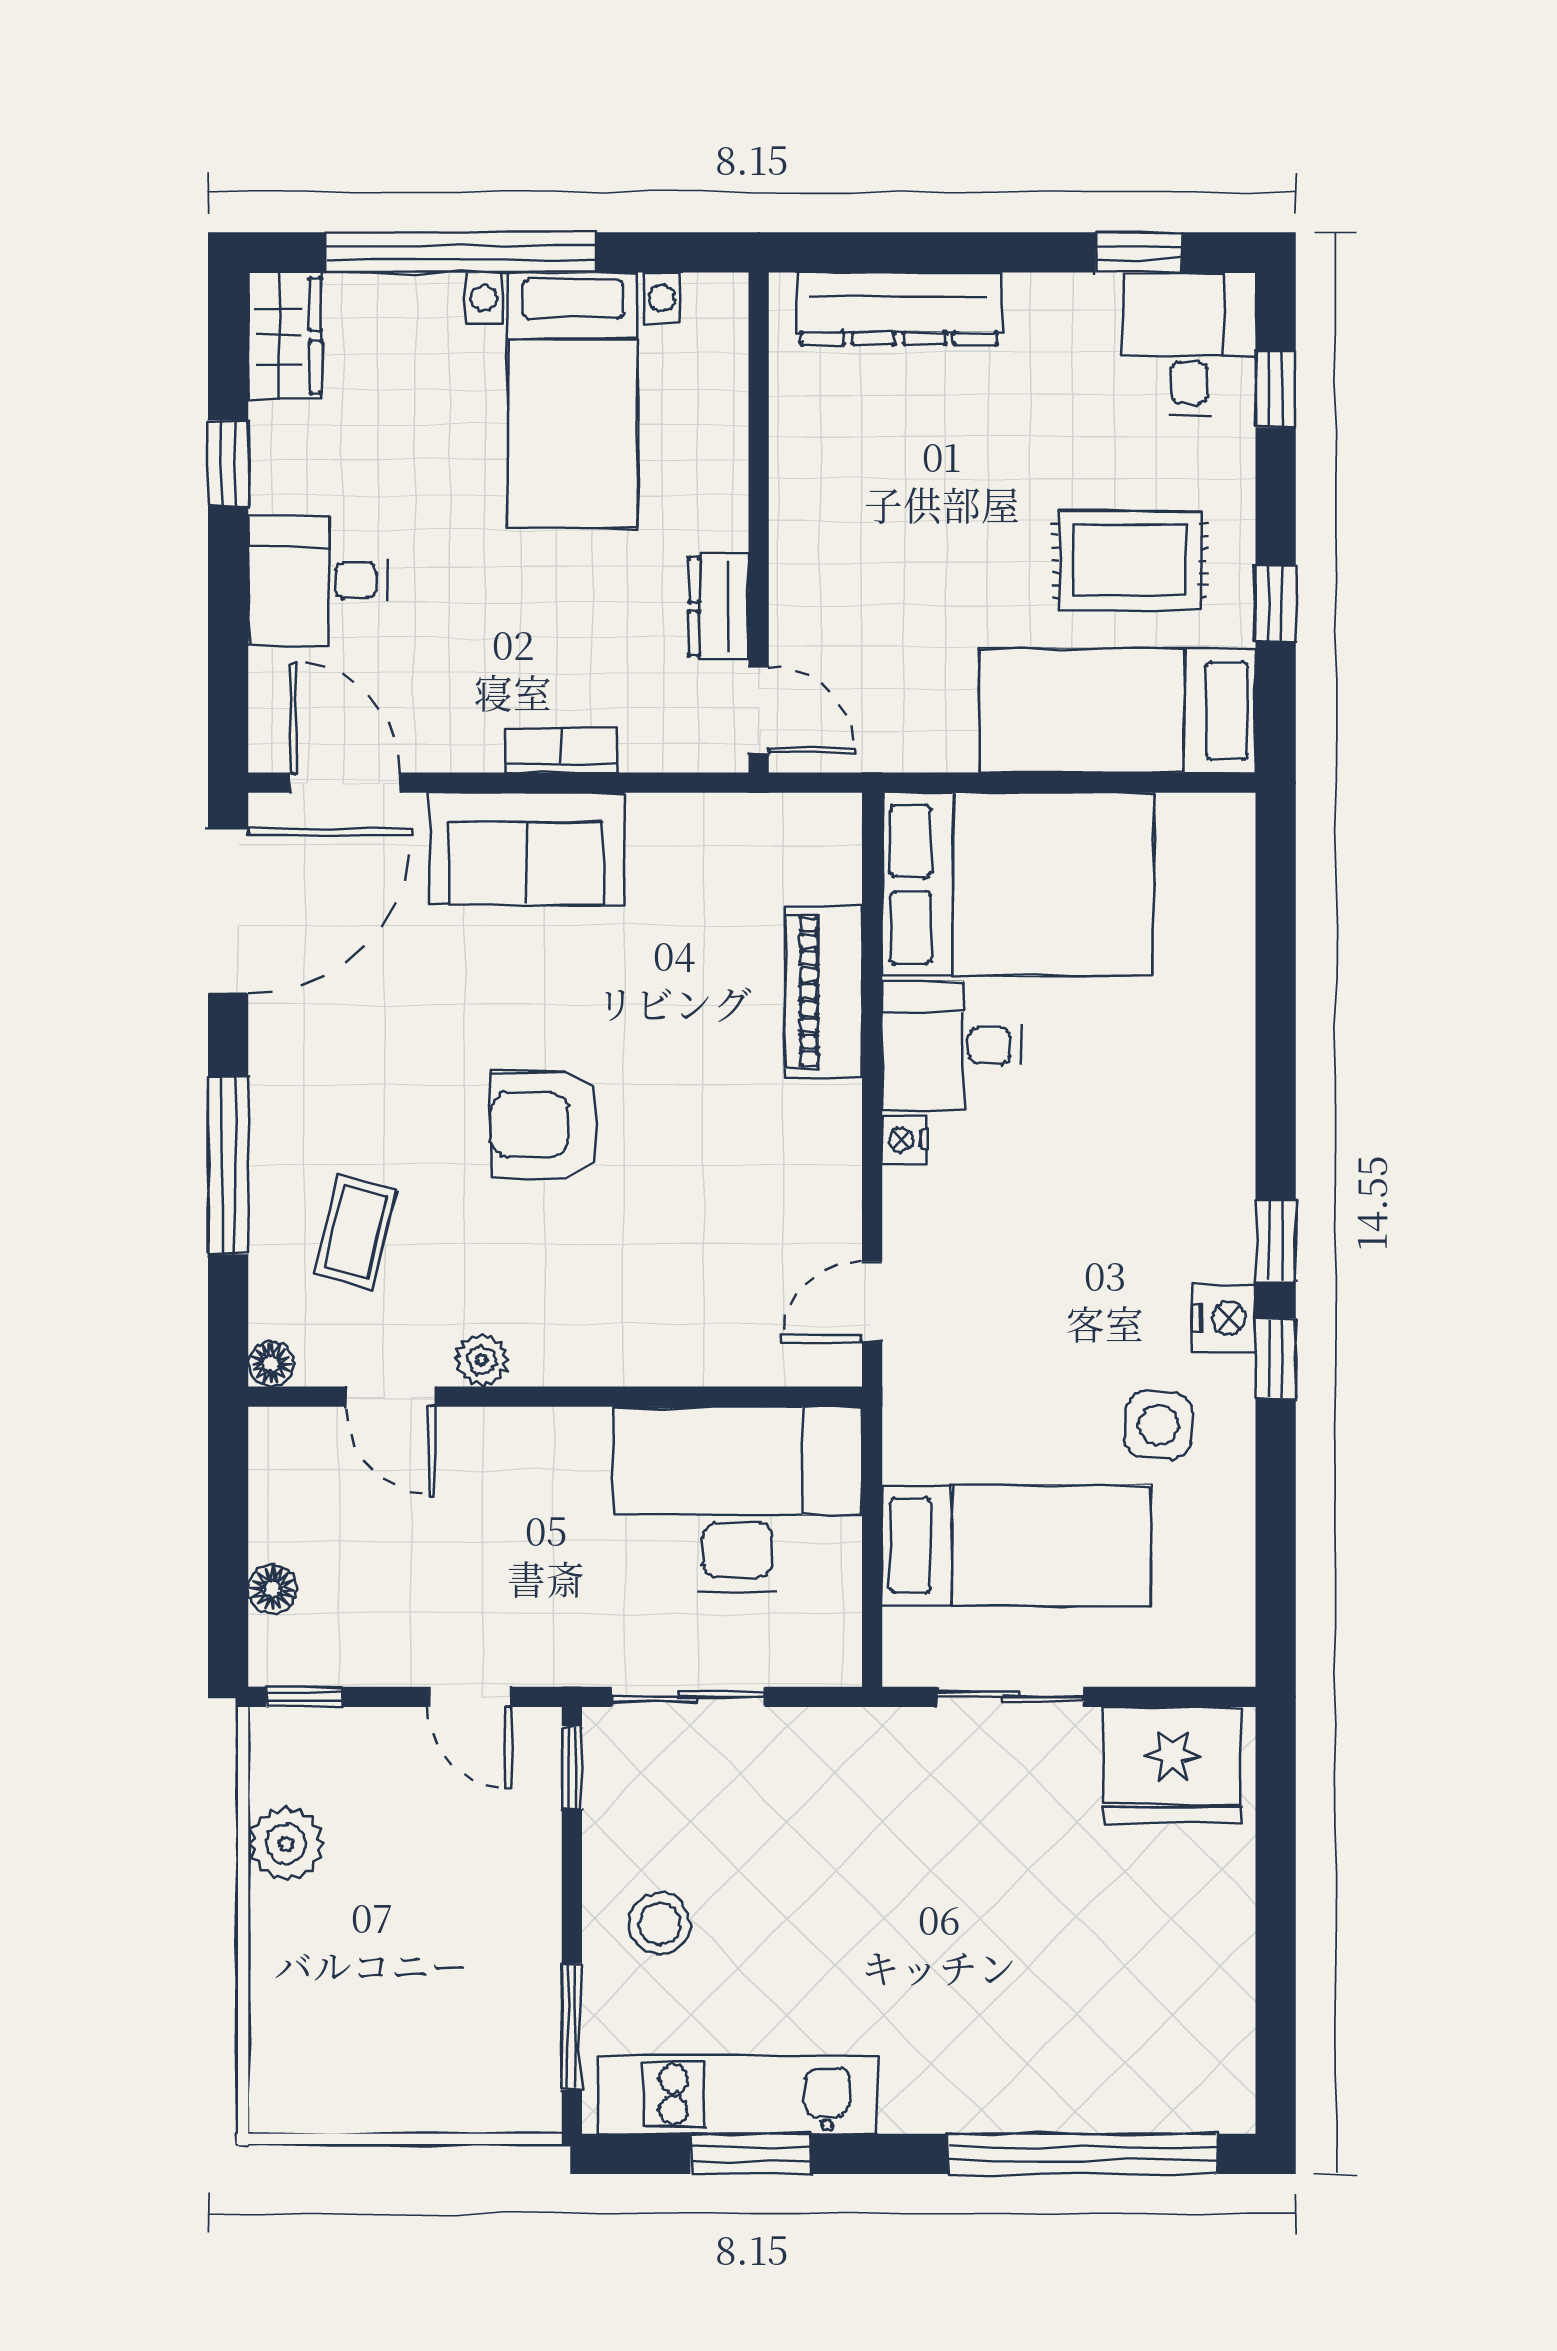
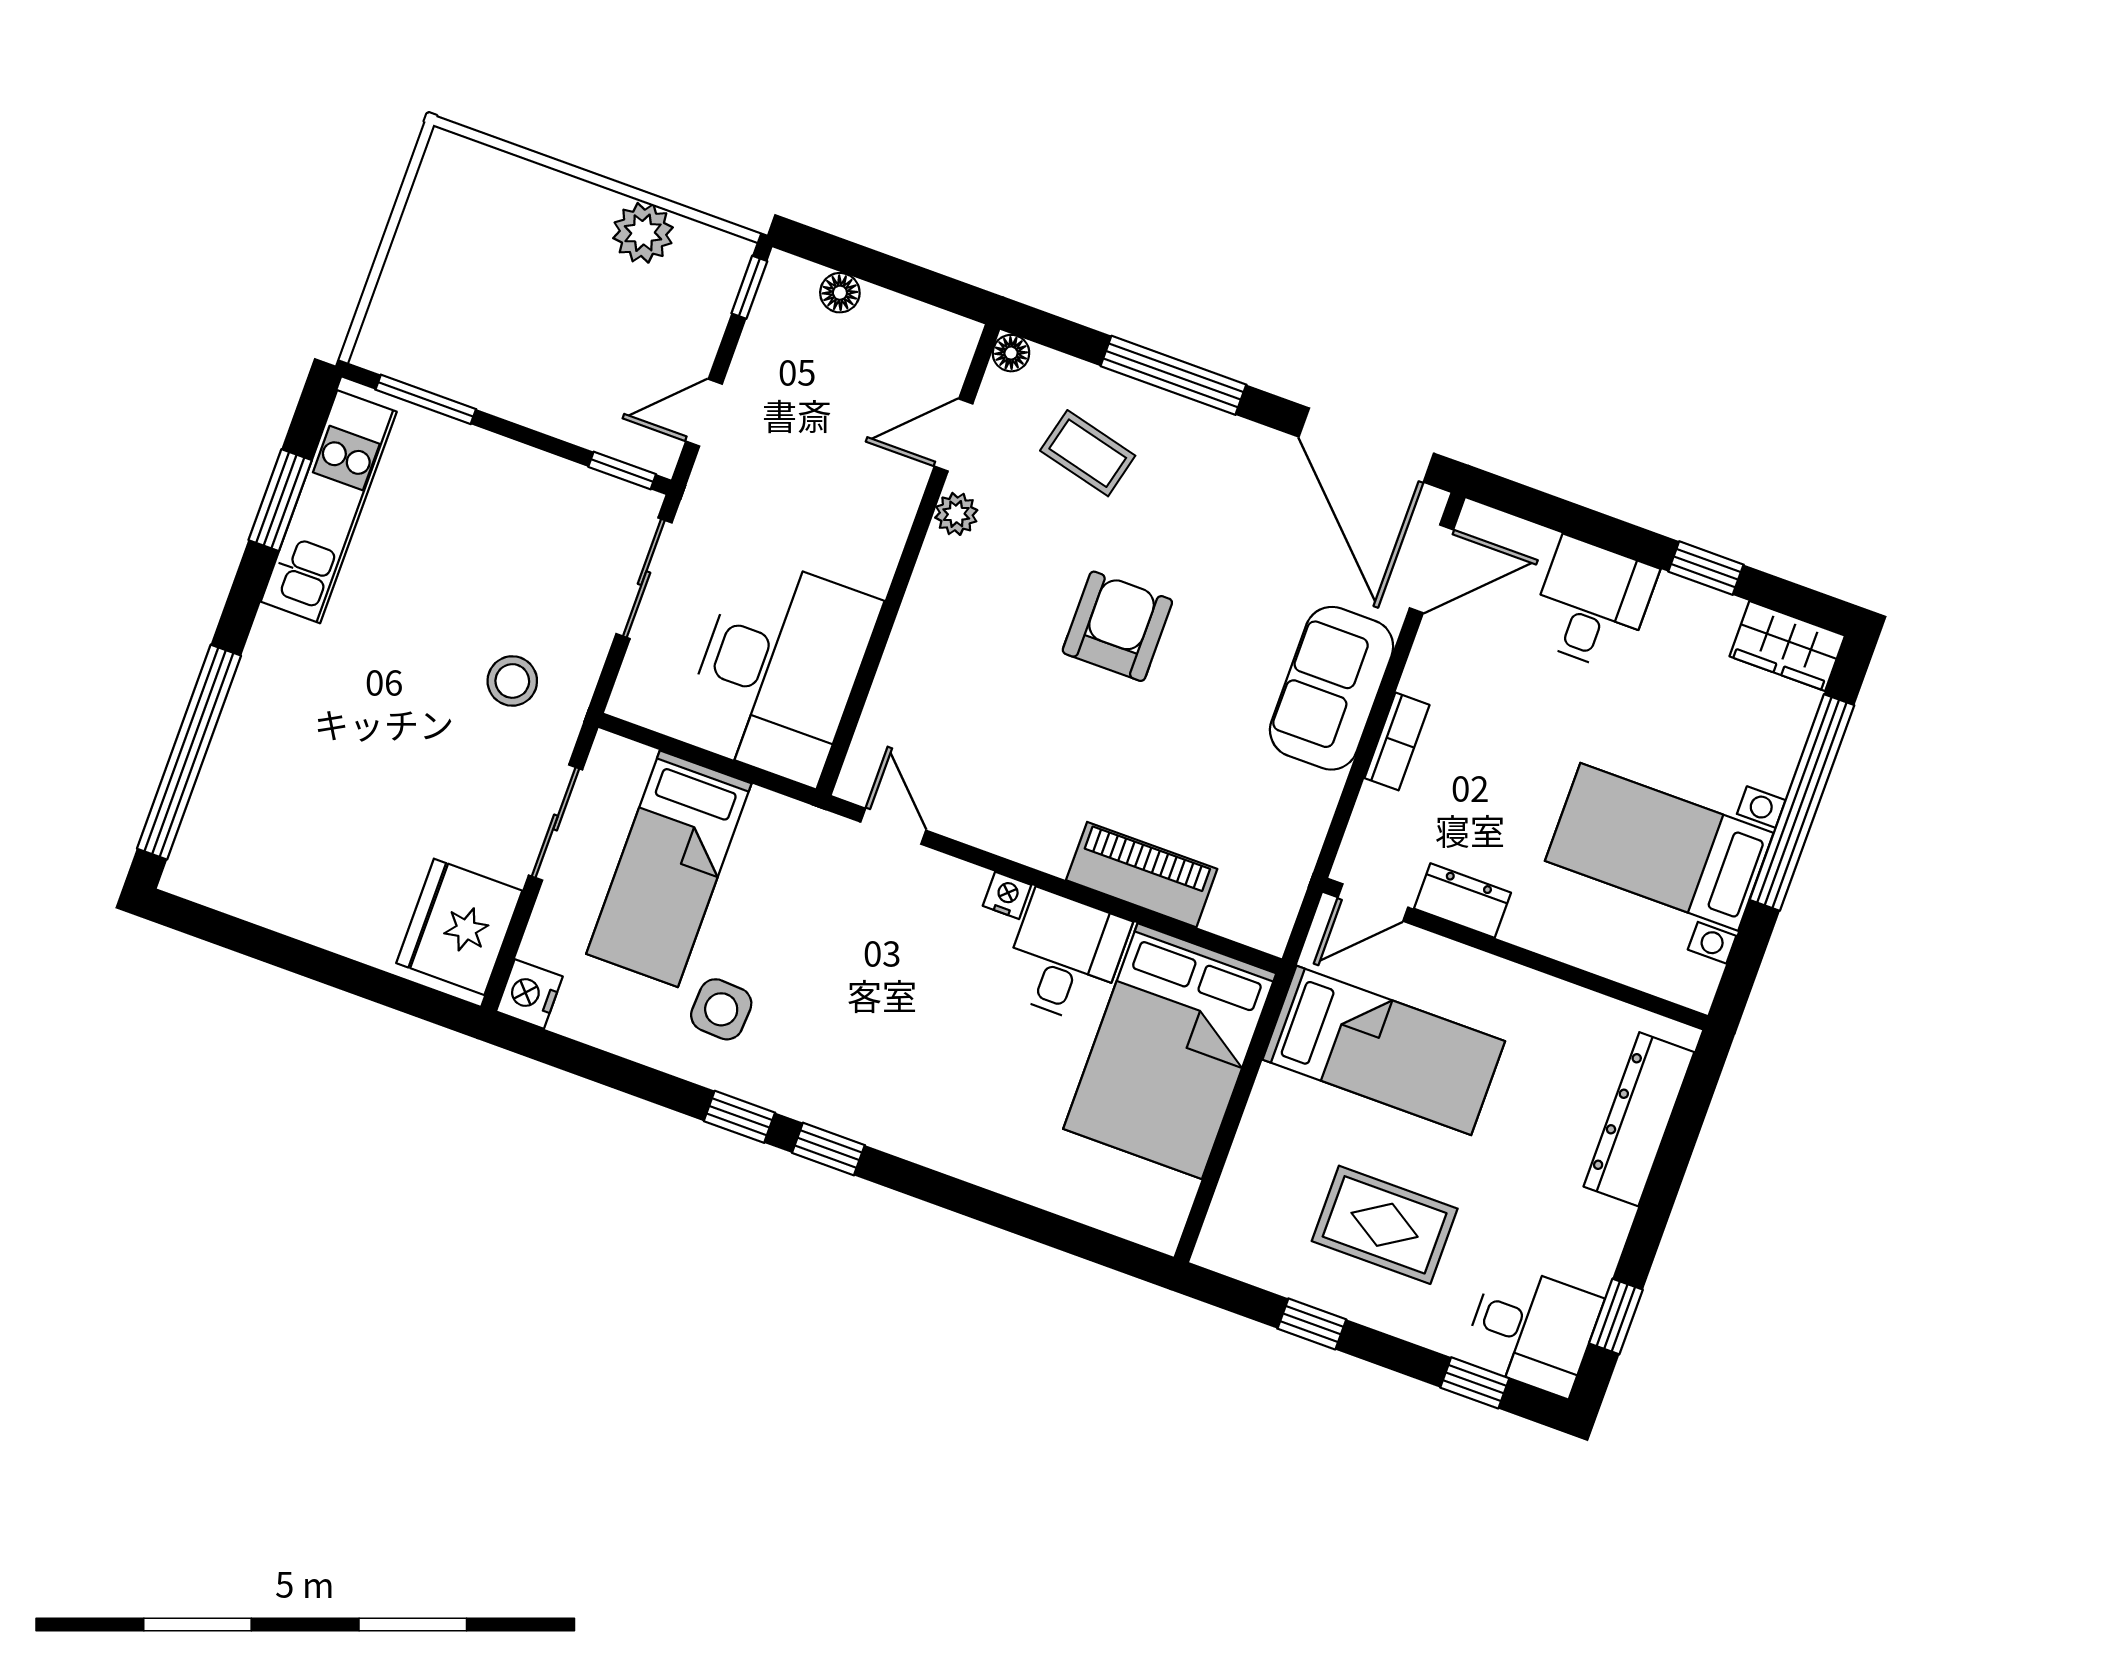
rug: (1129, 561) -> (1385, 1225), turned 90
bed: (1118, 711) -> (1384, 1050), moved, turned 90
nightstand: (1224, 1318) -> (529, 994), moved, turned 90
stool: (660, 1923) -> (512, 681), moved

